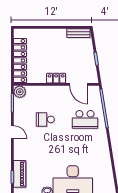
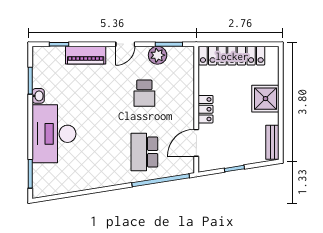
shower: (49, 38) -> (265, 99), added
plant: (20, 92) -> (158, 55), moved
school desk: (45, 119) -> (144, 93), turned 180
piano: (20, 174) -> (86, 55), moved

